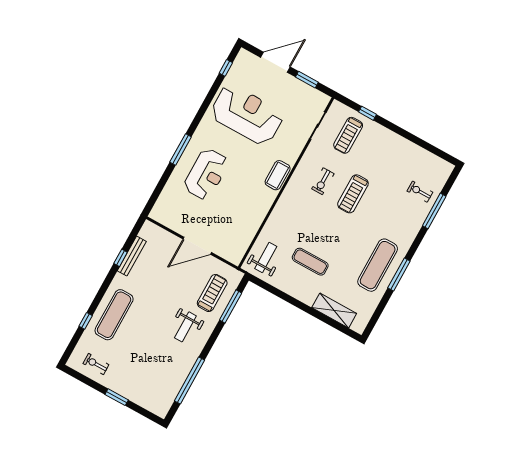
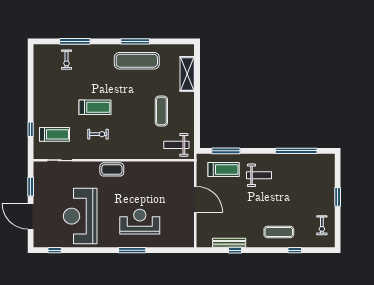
treadmill: (212, 293) -> (224, 170), turned 180
exercise mat: (114, 315) -> (279, 232), width x0.73, depth x0.69

